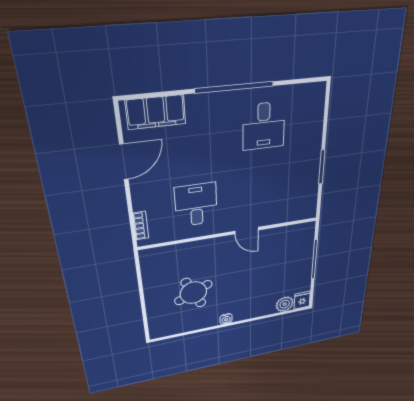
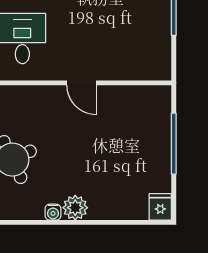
plant: (285, 304) -> (75, 208), moved

